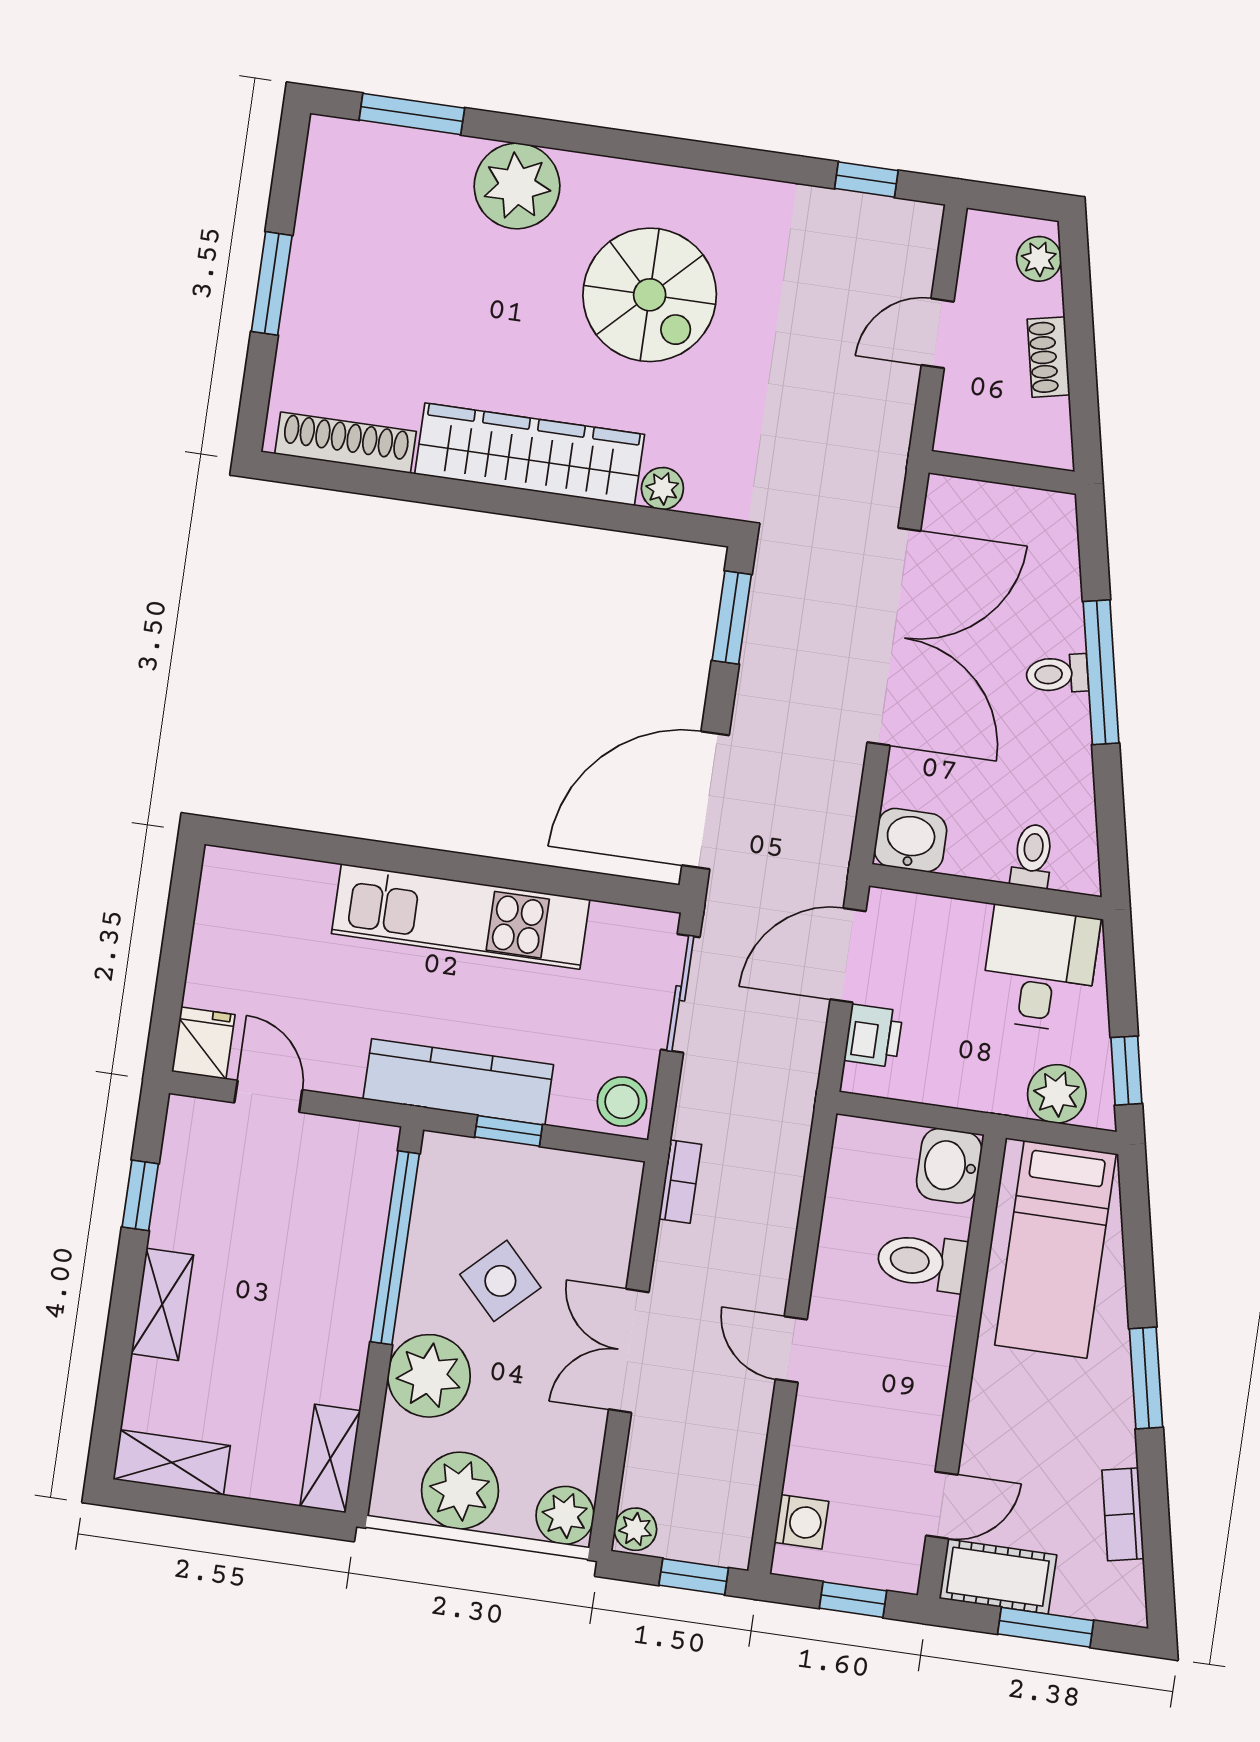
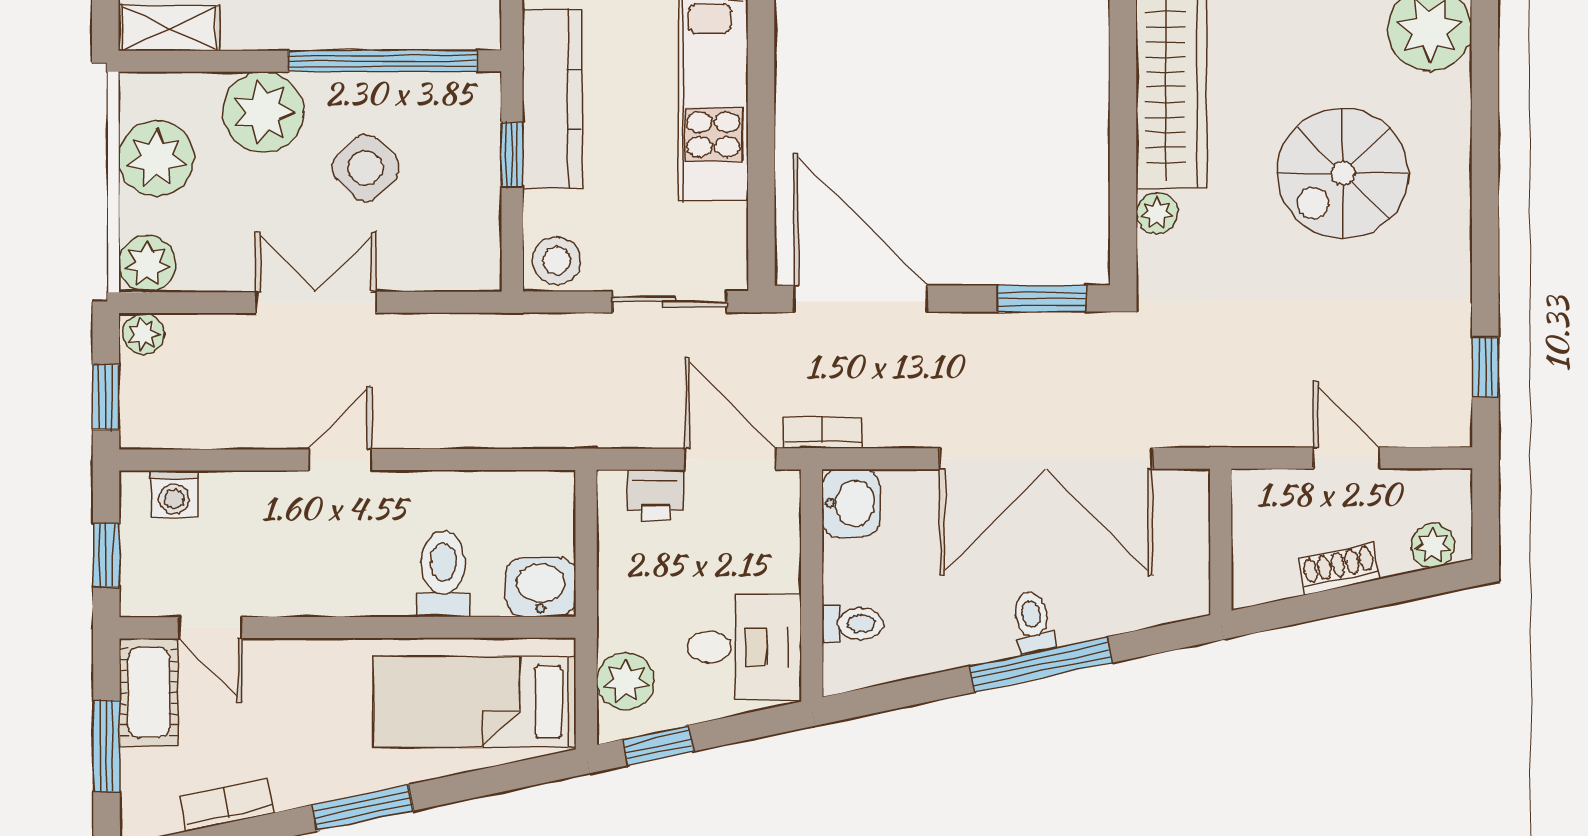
bookcase: (680, 1182) -> (822, 433), moved, turned 180

